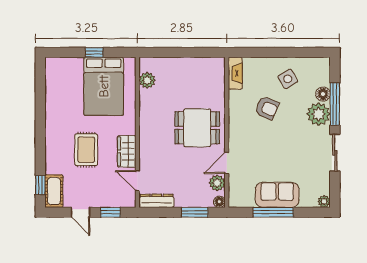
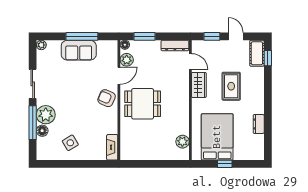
dresser: (52, 102) -> (259, 124), added
armchair: (267, 108) -> (107, 98), moved

